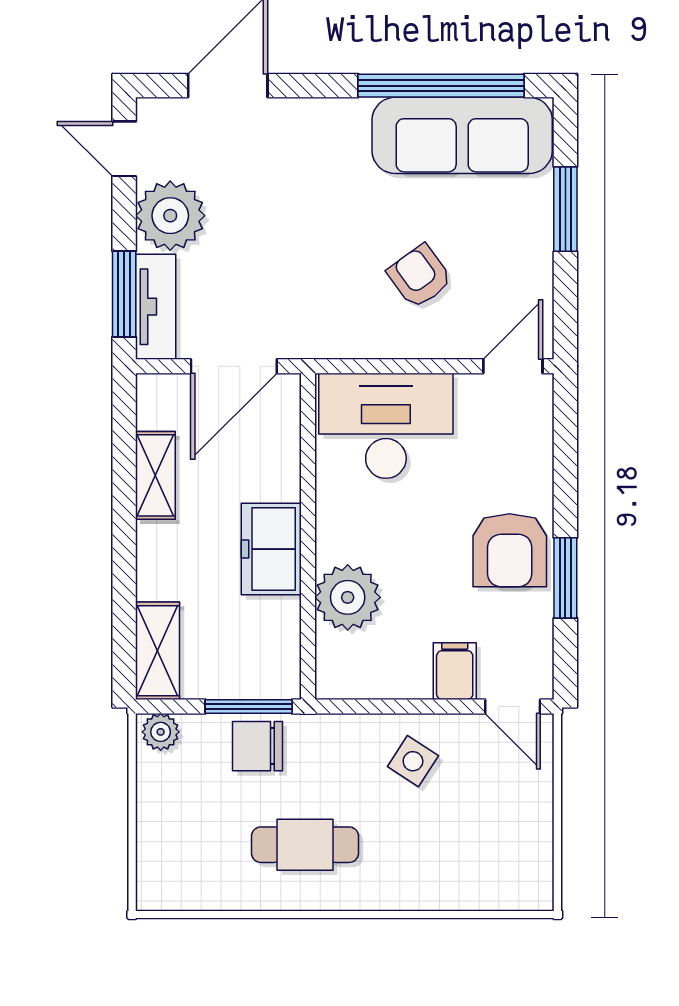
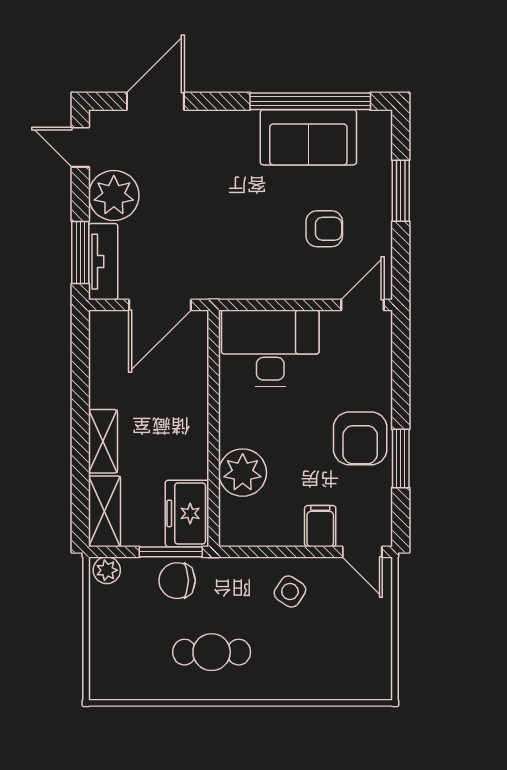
sofa: (462, 135) -> (308, 137), width x0.73
armchair: (420, 276) -> (324, 229), moved, turned 126
shelving: (155, 475) -> (103, 441), moved
freezer: (271, 549) -> (187, 513), moved

